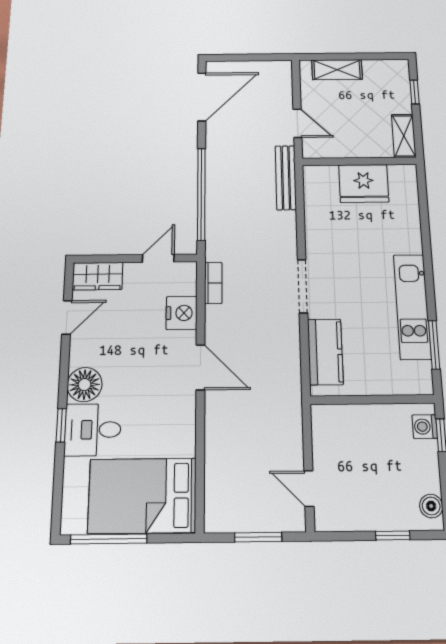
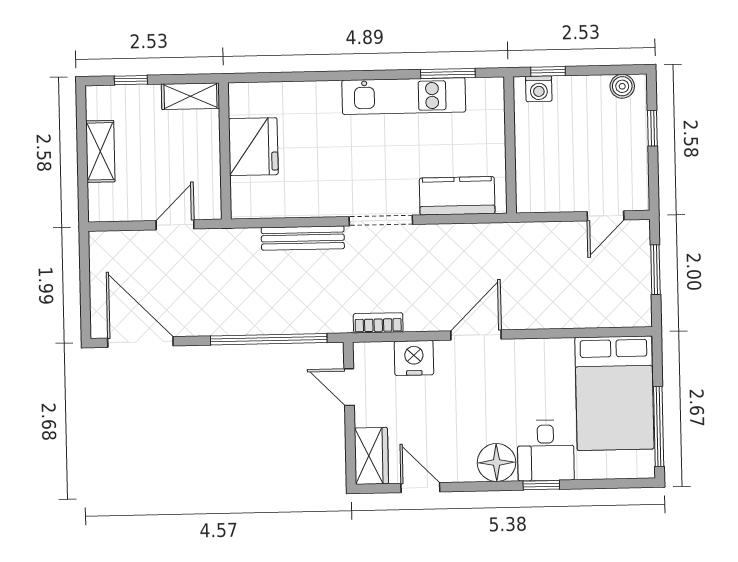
shelving: (337, 70) -> (100, 151), moved
bench: (286, 178) -> (303, 238), moved

